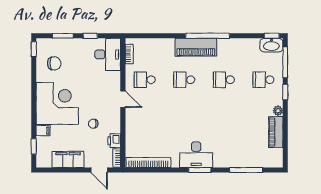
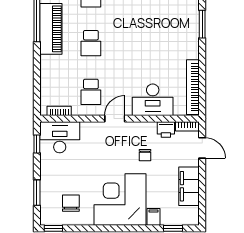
window: (90, 36) -> (37, 144), moved
desk: (196, 155) -> (153, 100), moved, turned 90
door: (99, 170) -> (202, 148), hinge flipped

